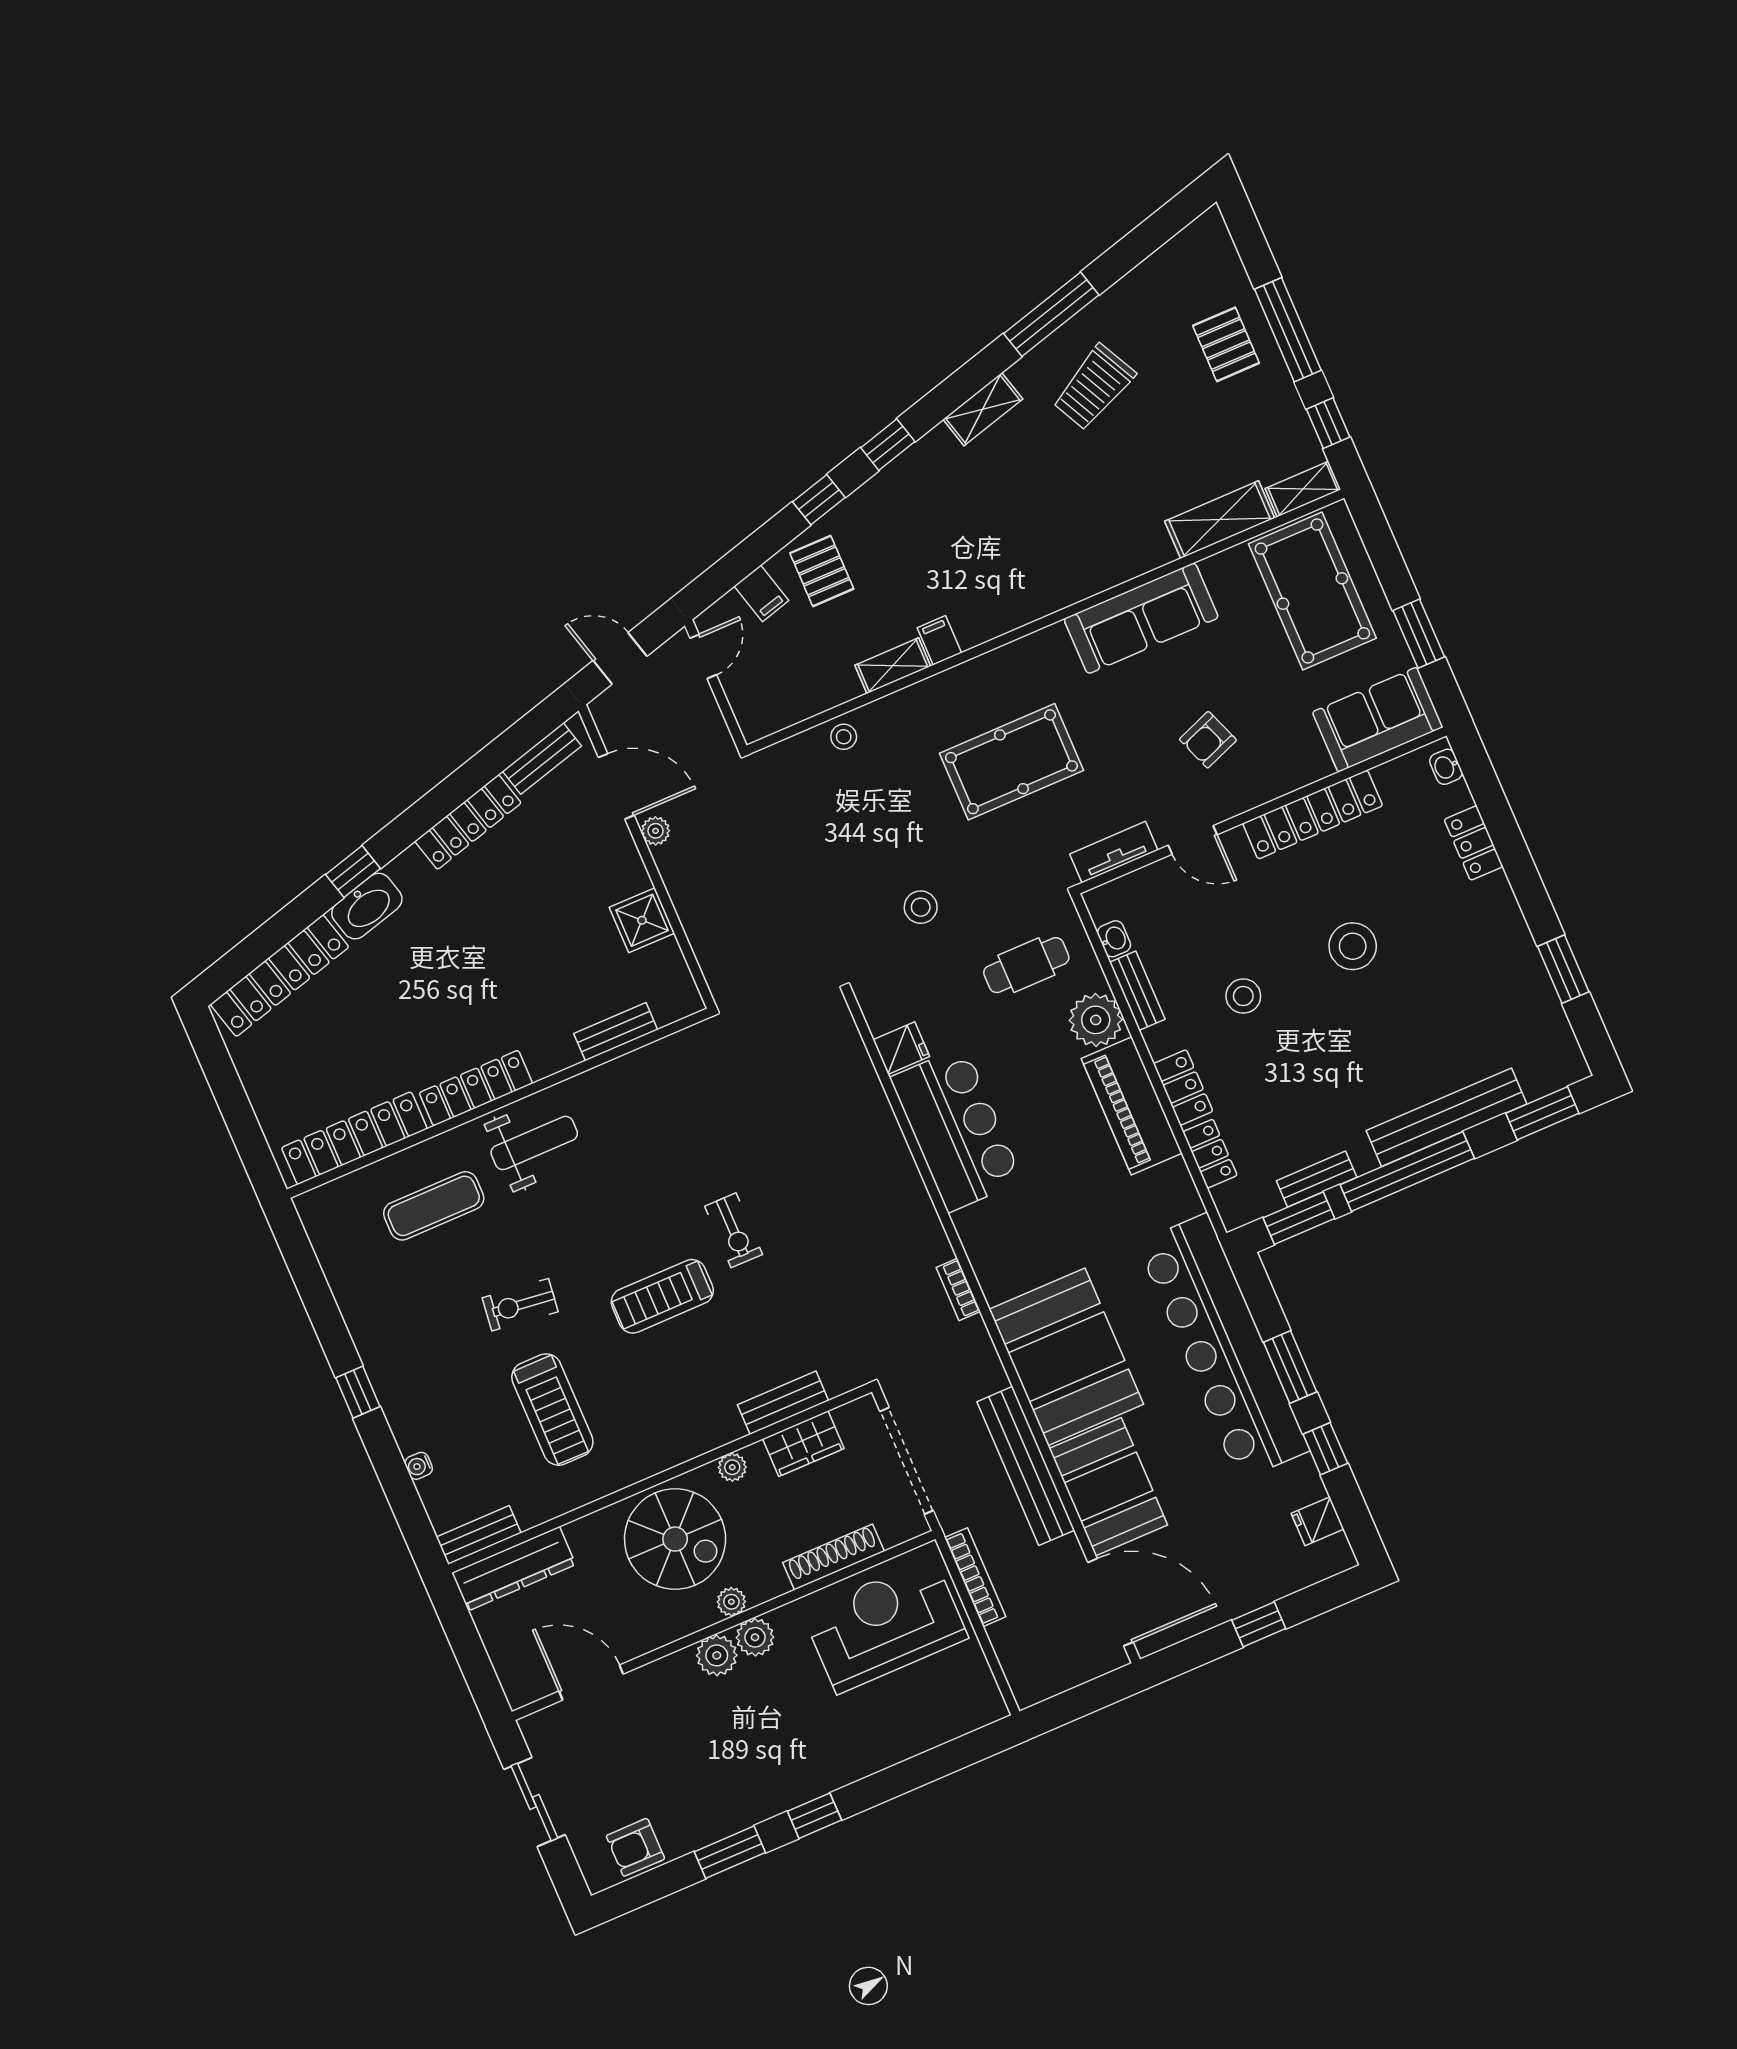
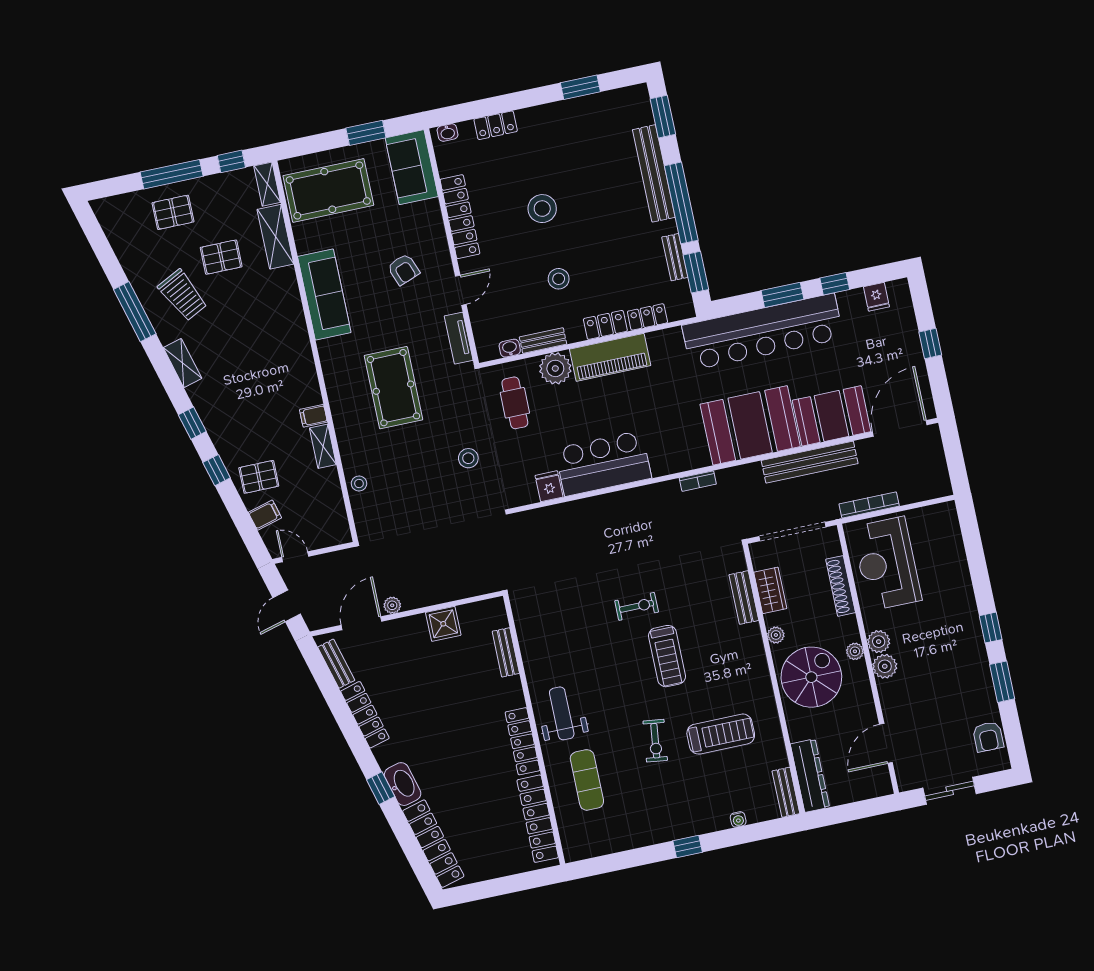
pallet: (1169, 438) -> (221, 257), added

